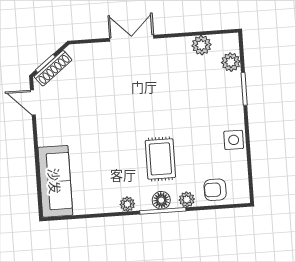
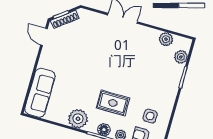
side table: (234, 140) -> (150, 116), moved
rug: (160, 159) -> (113, 103), turned 90
plant: (127, 204) -> (78, 119), width x1.88, depth x1.88

